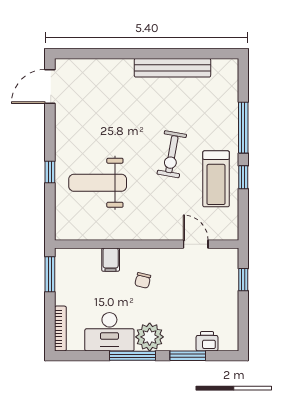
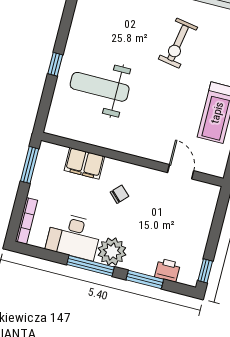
exercise bike: (172, 154) -> (178, 43), moved
filing cabinet: (111, 260) -> (84, 163), width x2.00
chair: (143, 280) -> (119, 194), turned -149
window: (243, 280) -> (205, 271), moved

